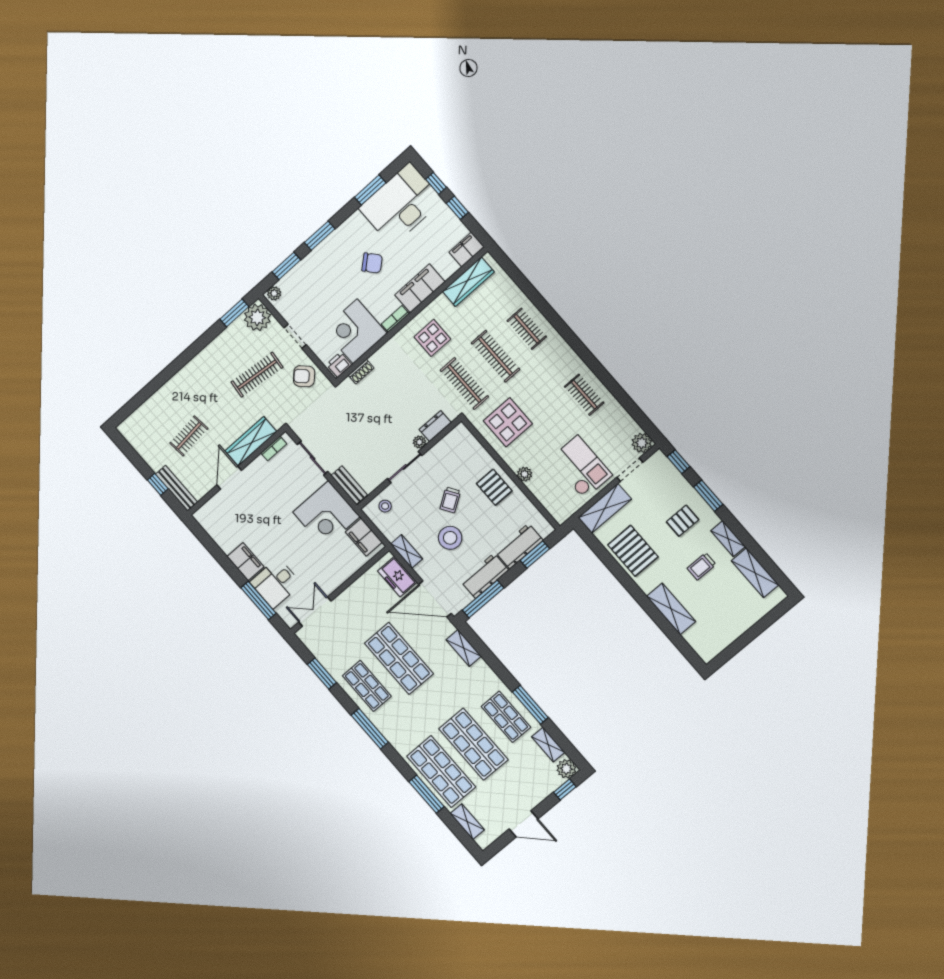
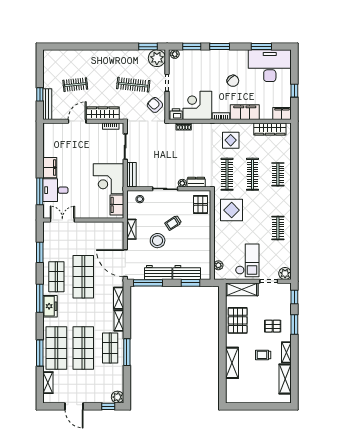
window: (436, 183) -> (294, 71), removed
plant: (525, 474) -> (218, 265), moved
pallet: (494, 487) -> (201, 204), moved
freezer: (397, 577) -> (50, 306), moved, turned 180
shelving: (548, 745) -> (119, 321), moved

